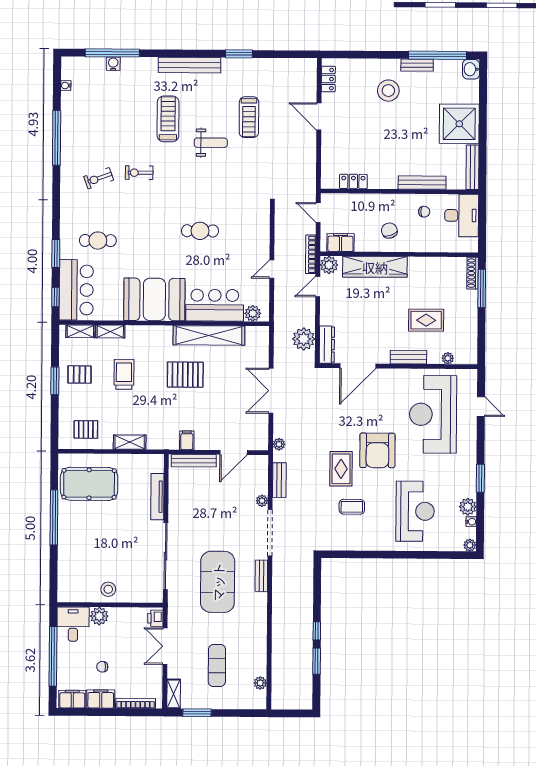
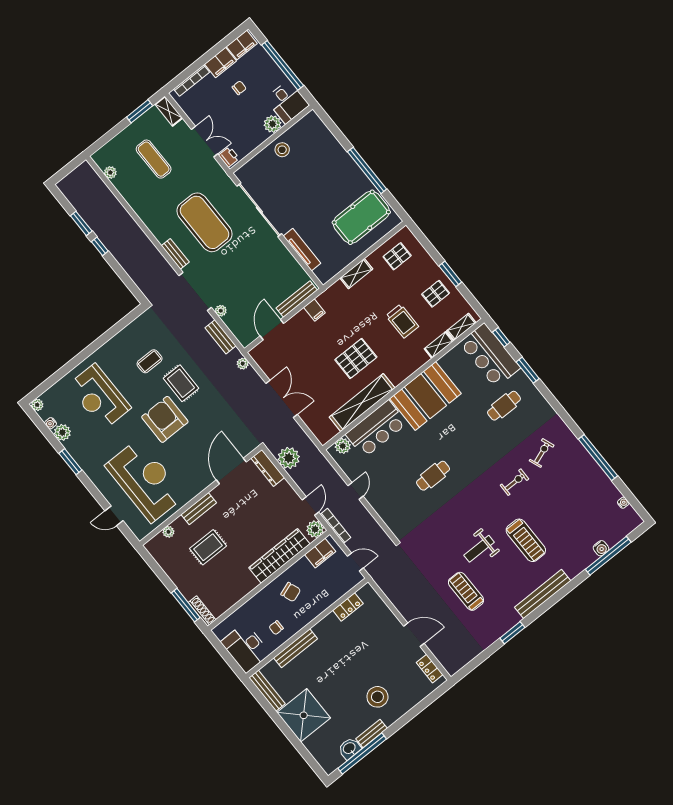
washbasin: (471, 69) -> (350, 748), moved, turned -90

